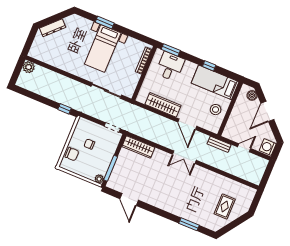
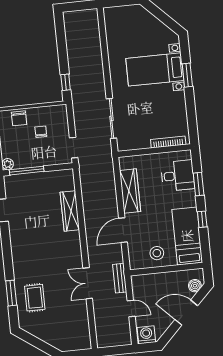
dresser: (53, 28) -> (150, 19), removed
bed with nightstands: (103, 49) -> (155, 69), moved
window: (171, 50) -> (199, 184), moved
plant: (29, 67) -> (91, 16), removed
wardrobe: (138, 147) -> (70, 211), moved
double door: (184, 157) -> (88, 283), moved
rug: (225, 206) -> (35, 298), moved, turned 90

